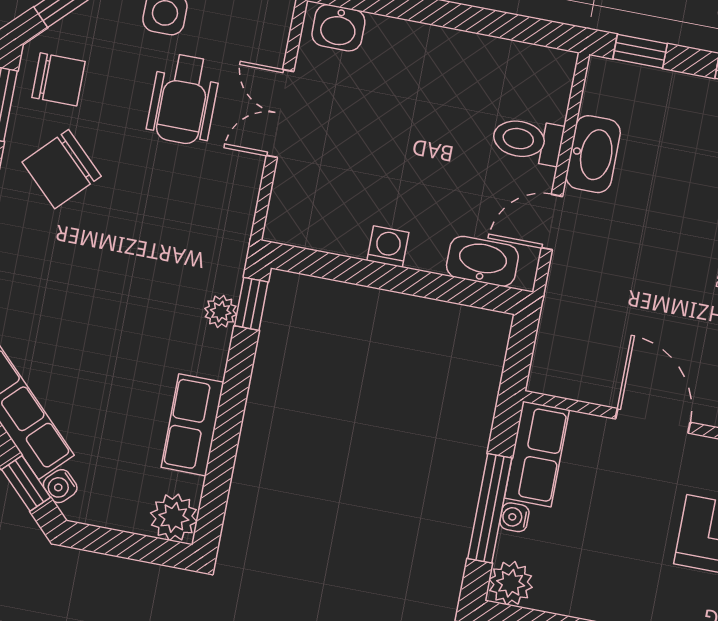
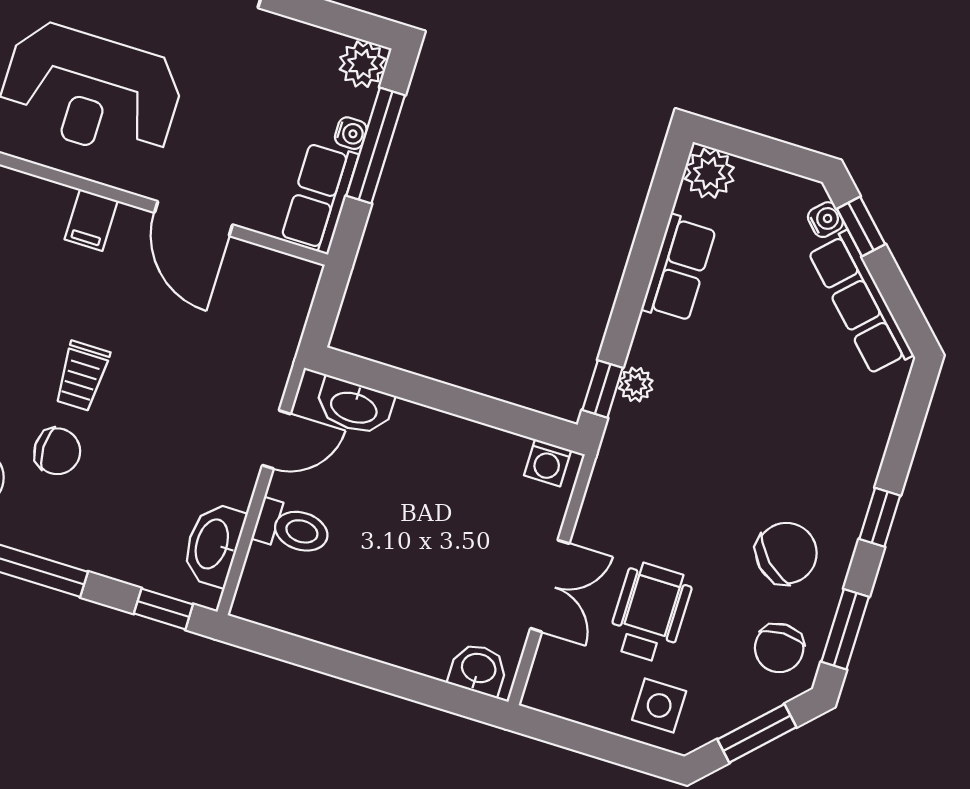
chair: (58, 79) -> (779, 648), turned -90
washbasin: (593, 154) -> (213, 544), moved
washing machine: (388, 247) -> (548, 463), moved

